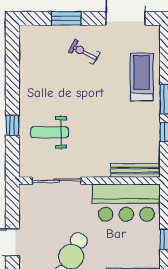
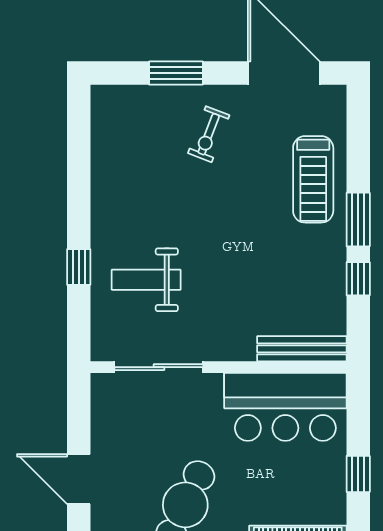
exercise bike: (84, 52) -> (209, 134), turned -97
treadmill: (142, 77) -> (313, 179), turned 180

